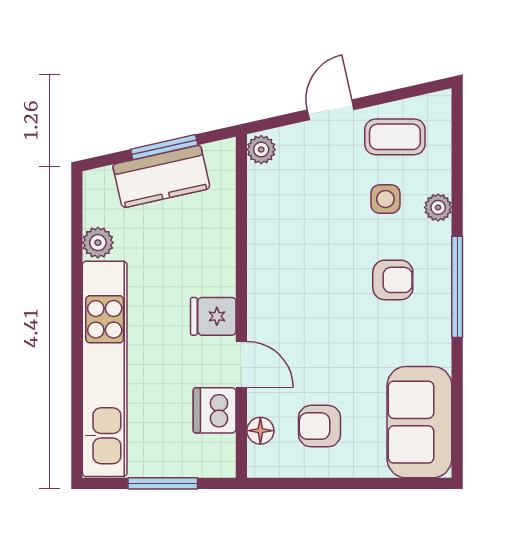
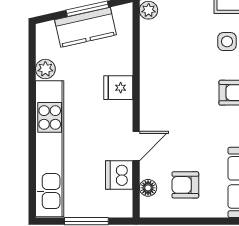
fridge: (213, 316) -> (118, 88), moved
door: (241, 364) -> (136, 146), hinge flipped

